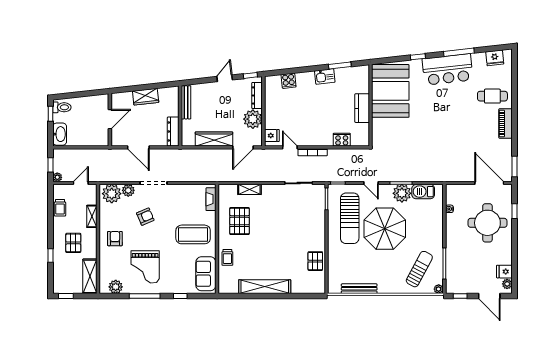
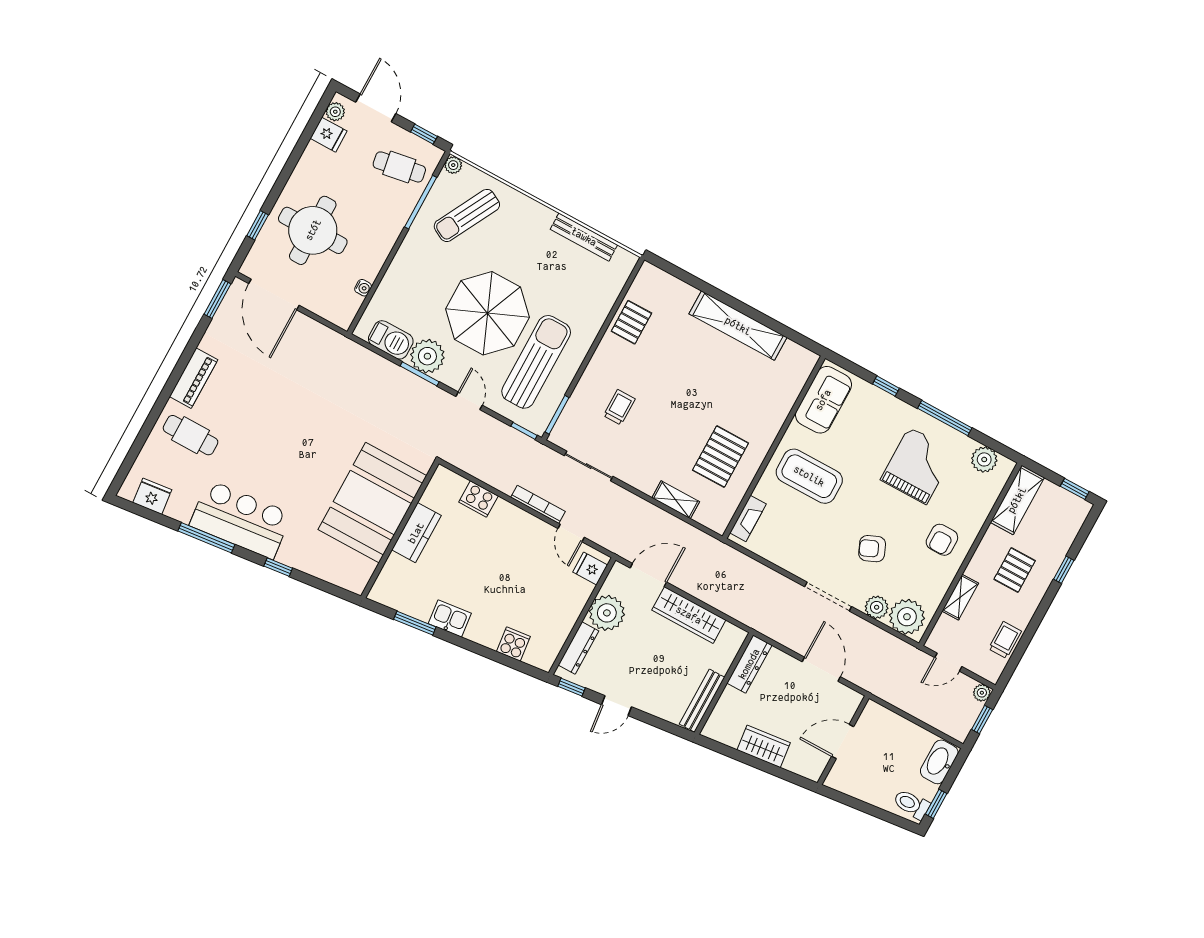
booth: (390, 91) -> (372, 503), moved
trolley: (227, 257) -> (619, 407), moved
cafe table: (463, 274) -> (399, 167), added

